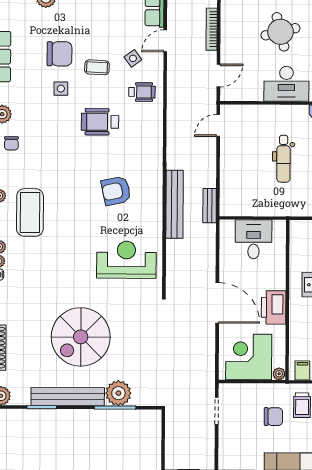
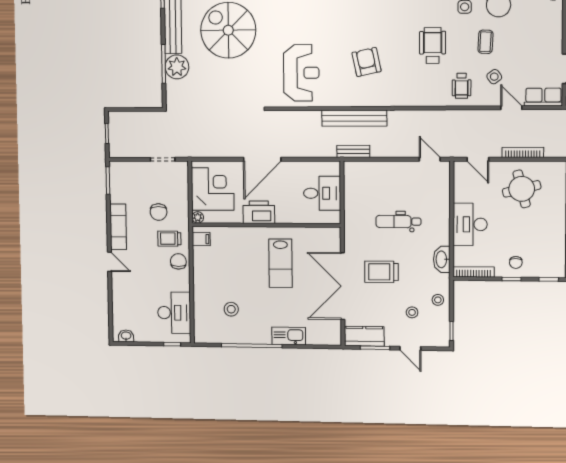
round table: (280, 32) -> (522, 189), moved

